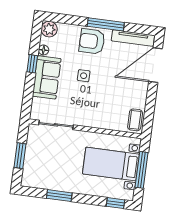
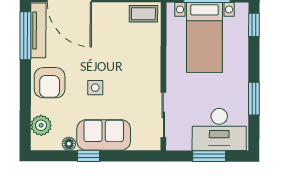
window: (106, 24) -> (25, 36), moved
plant: (49, 29) -> (41, 125), moved
desk: (39, 166) -> (219, 129), added

